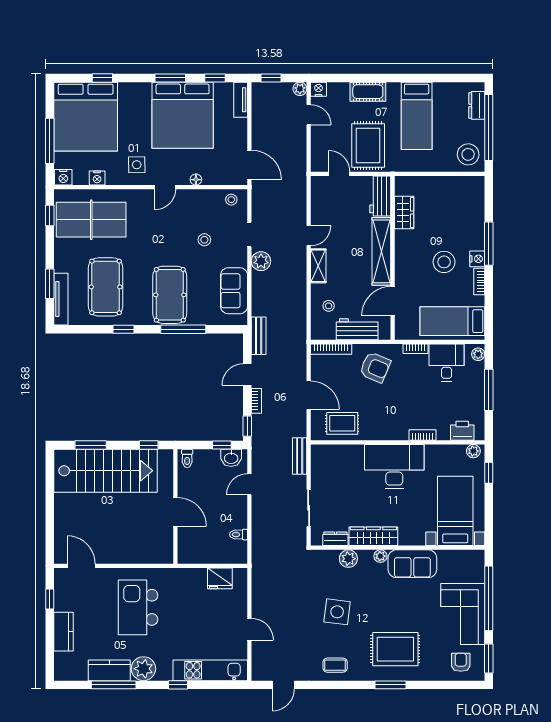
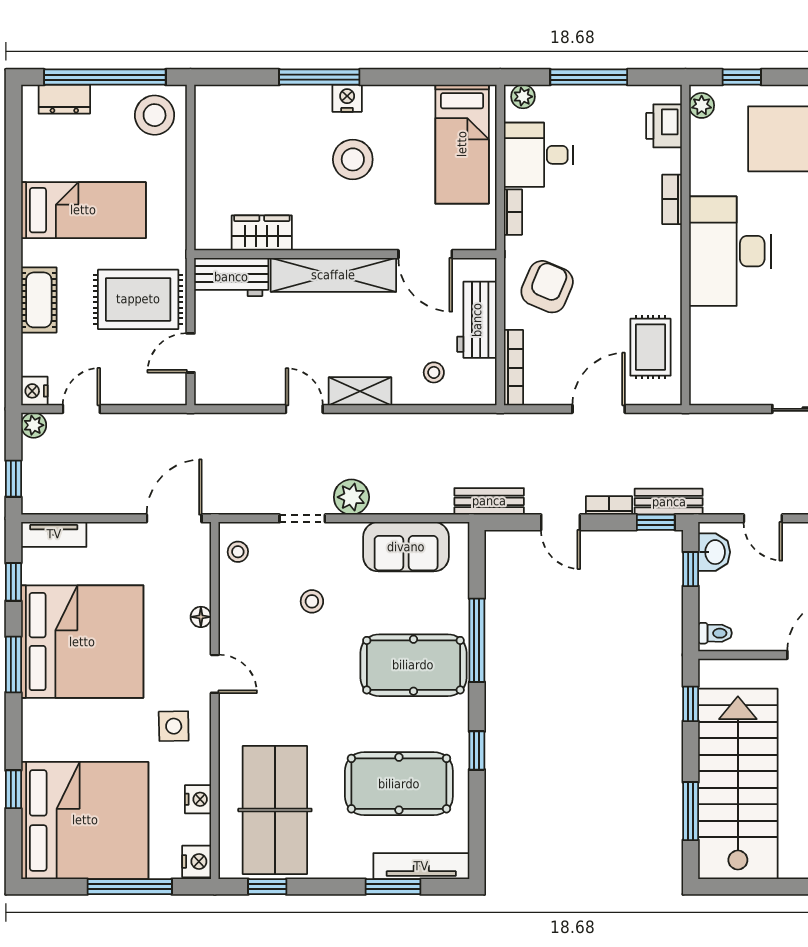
bookcase: (479, 282) -> (389, 95), removed
bench: (300, 456) -> (669, 502), moved

